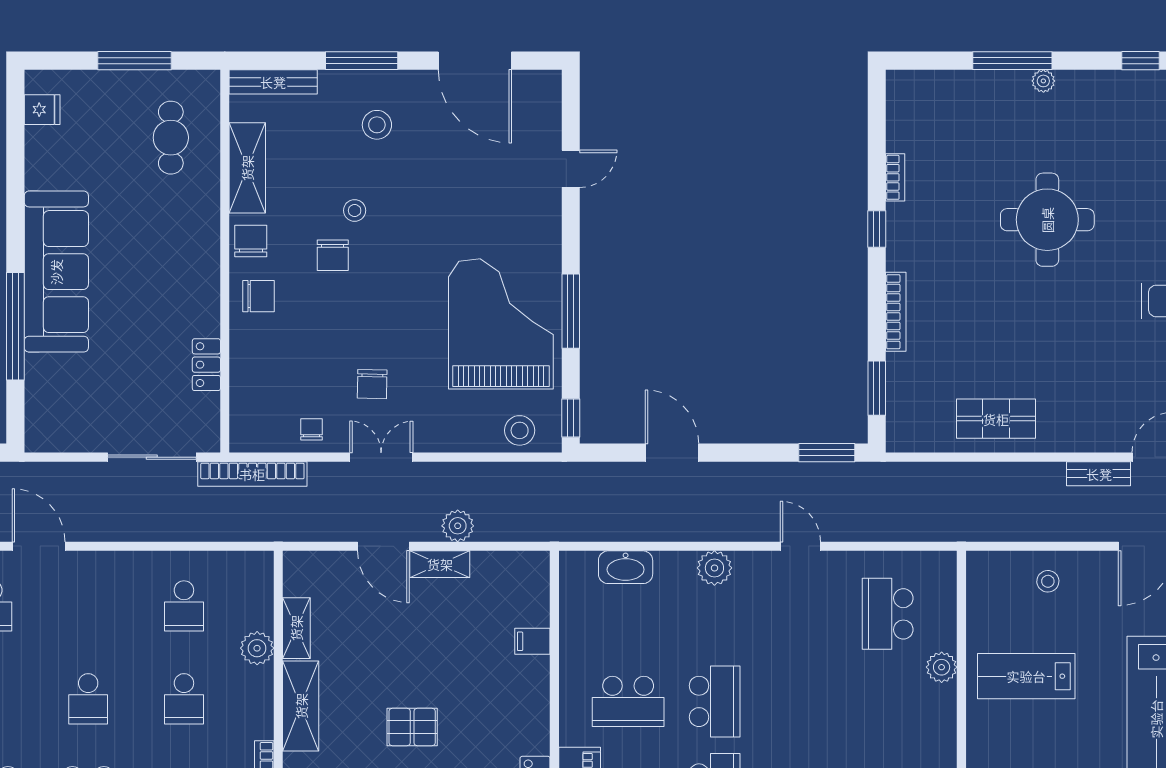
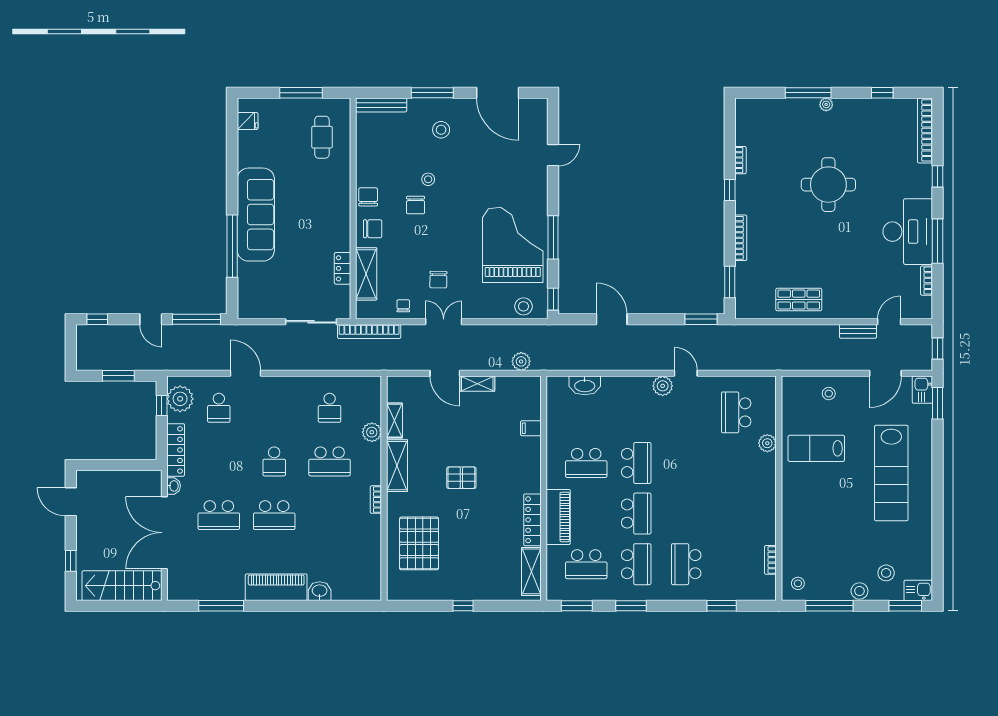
shelving: (247, 168) -> (366, 274), moved
plant: (458, 526) -> (521, 361), moved
plant: (714, 568) -> (663, 386), moved
school desk: (184, 699) -> (330, 461), width x1.85

